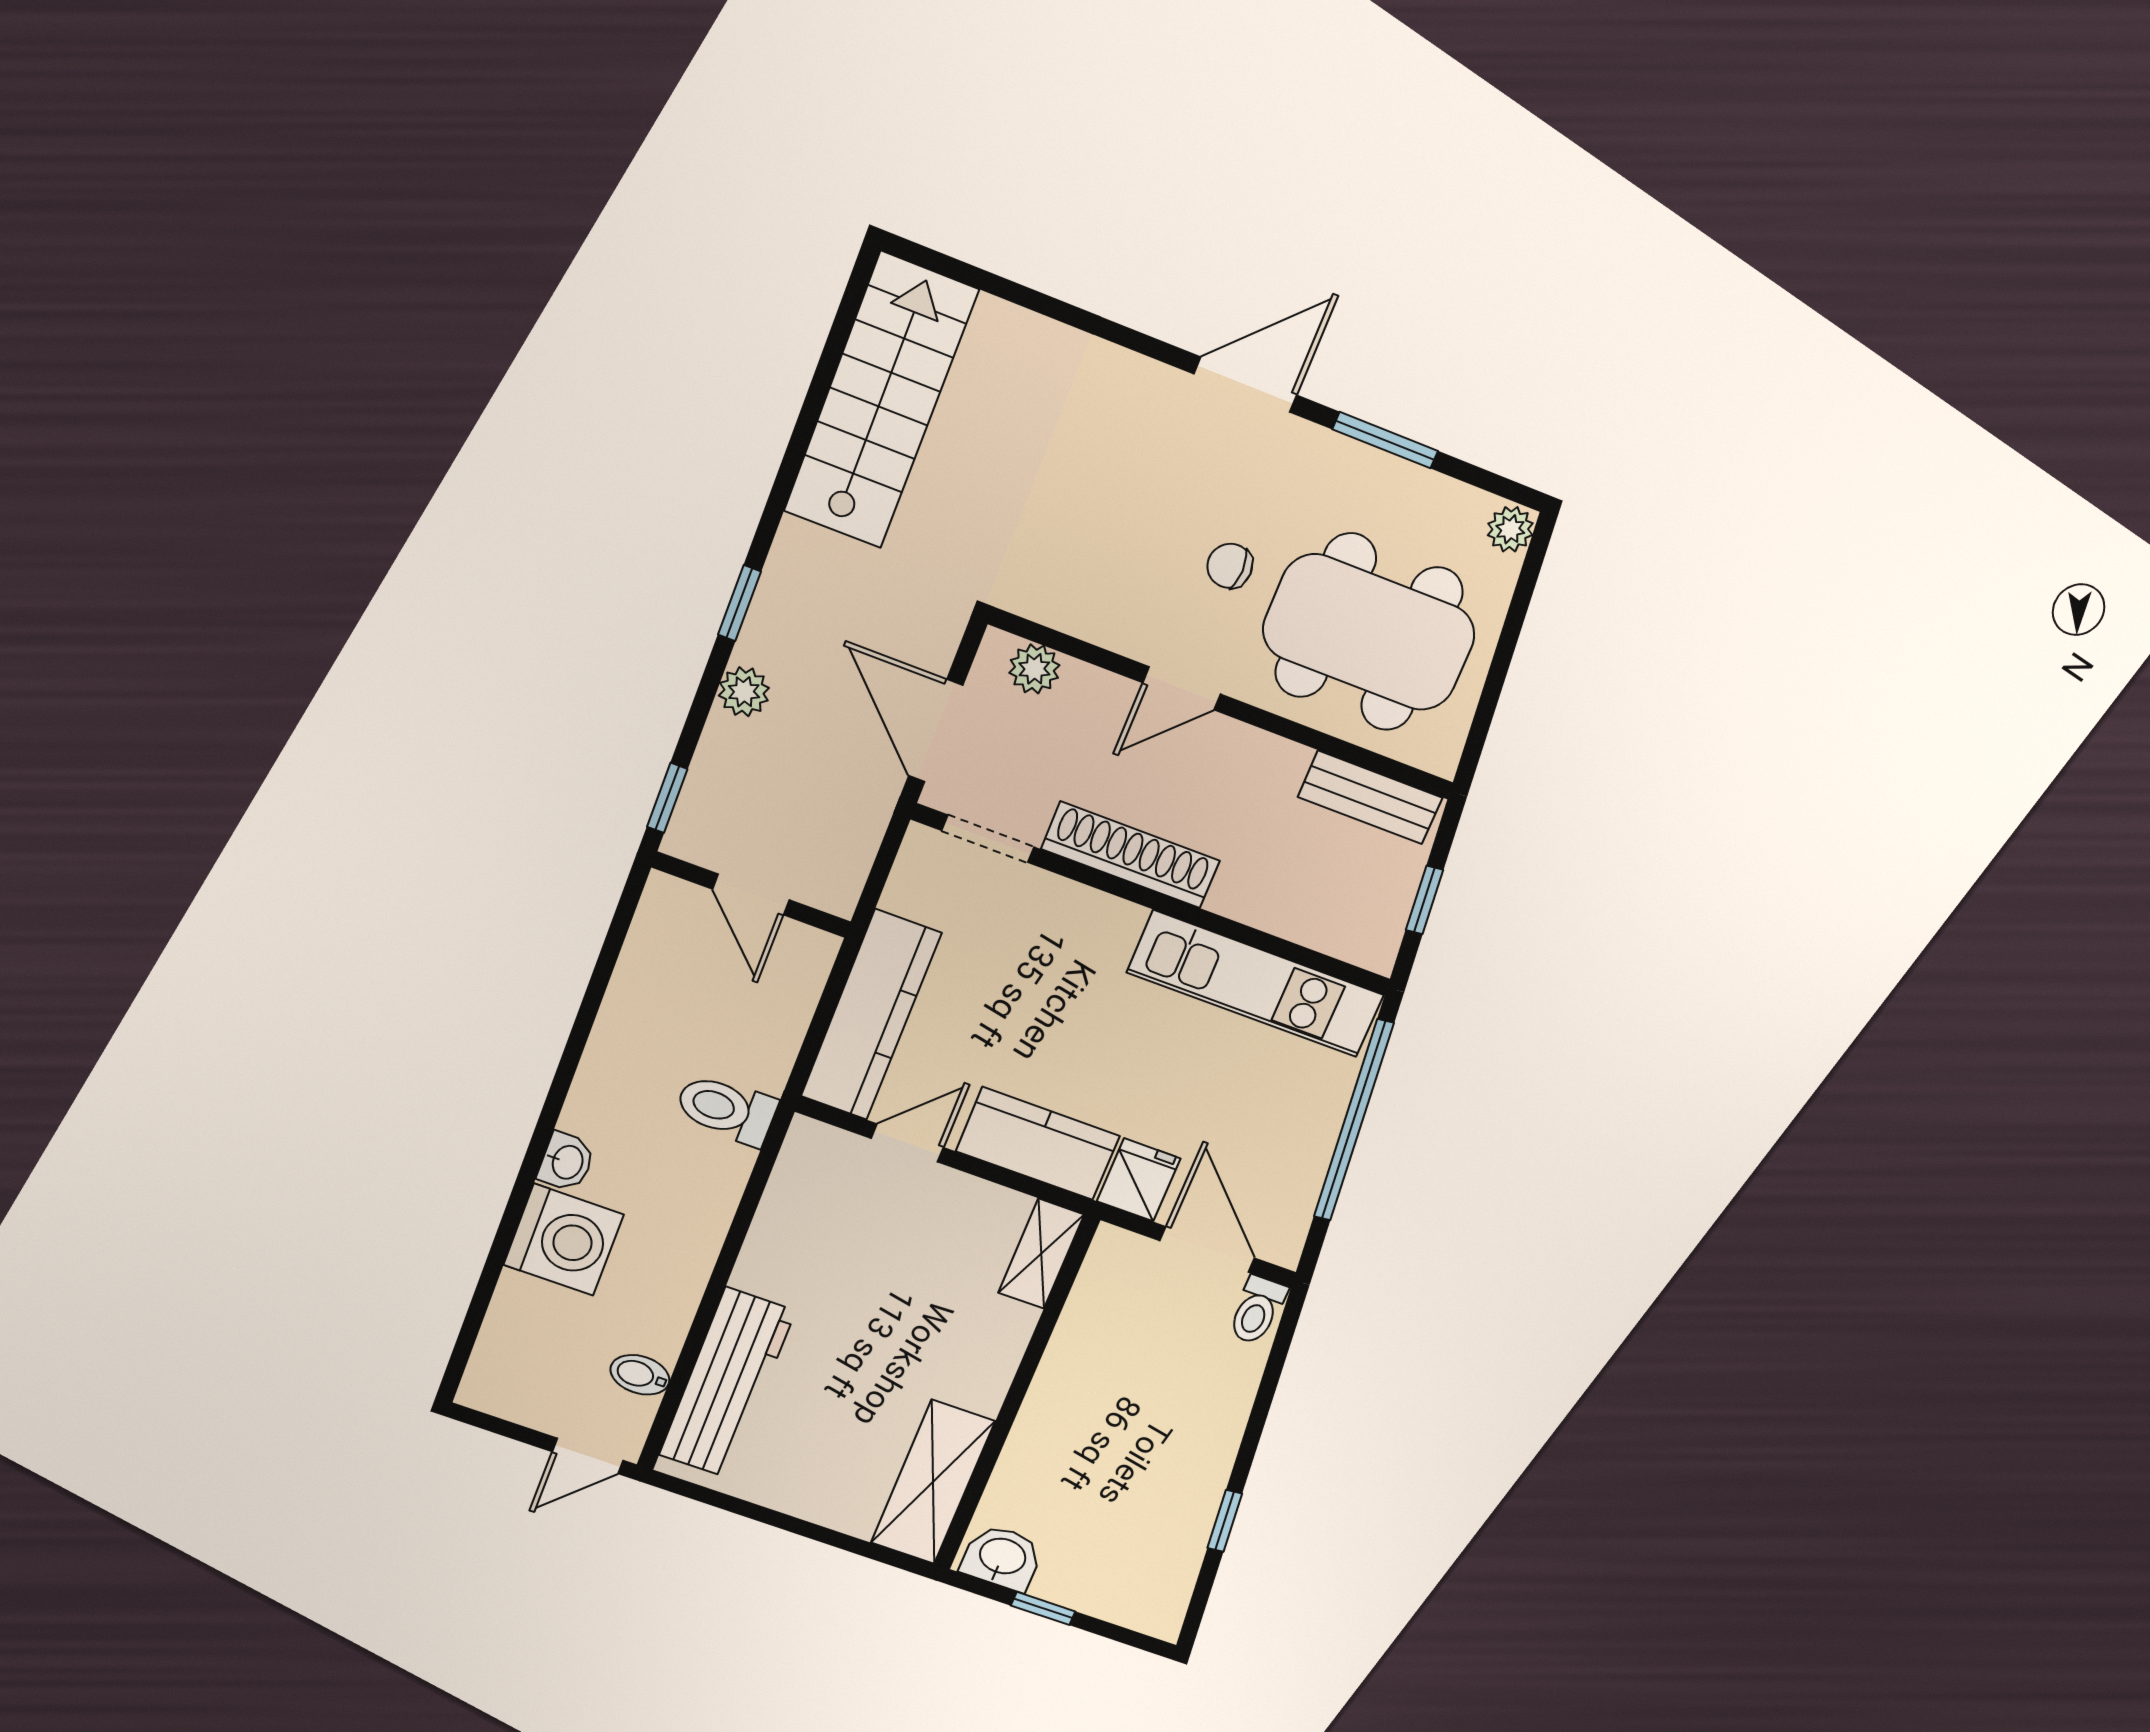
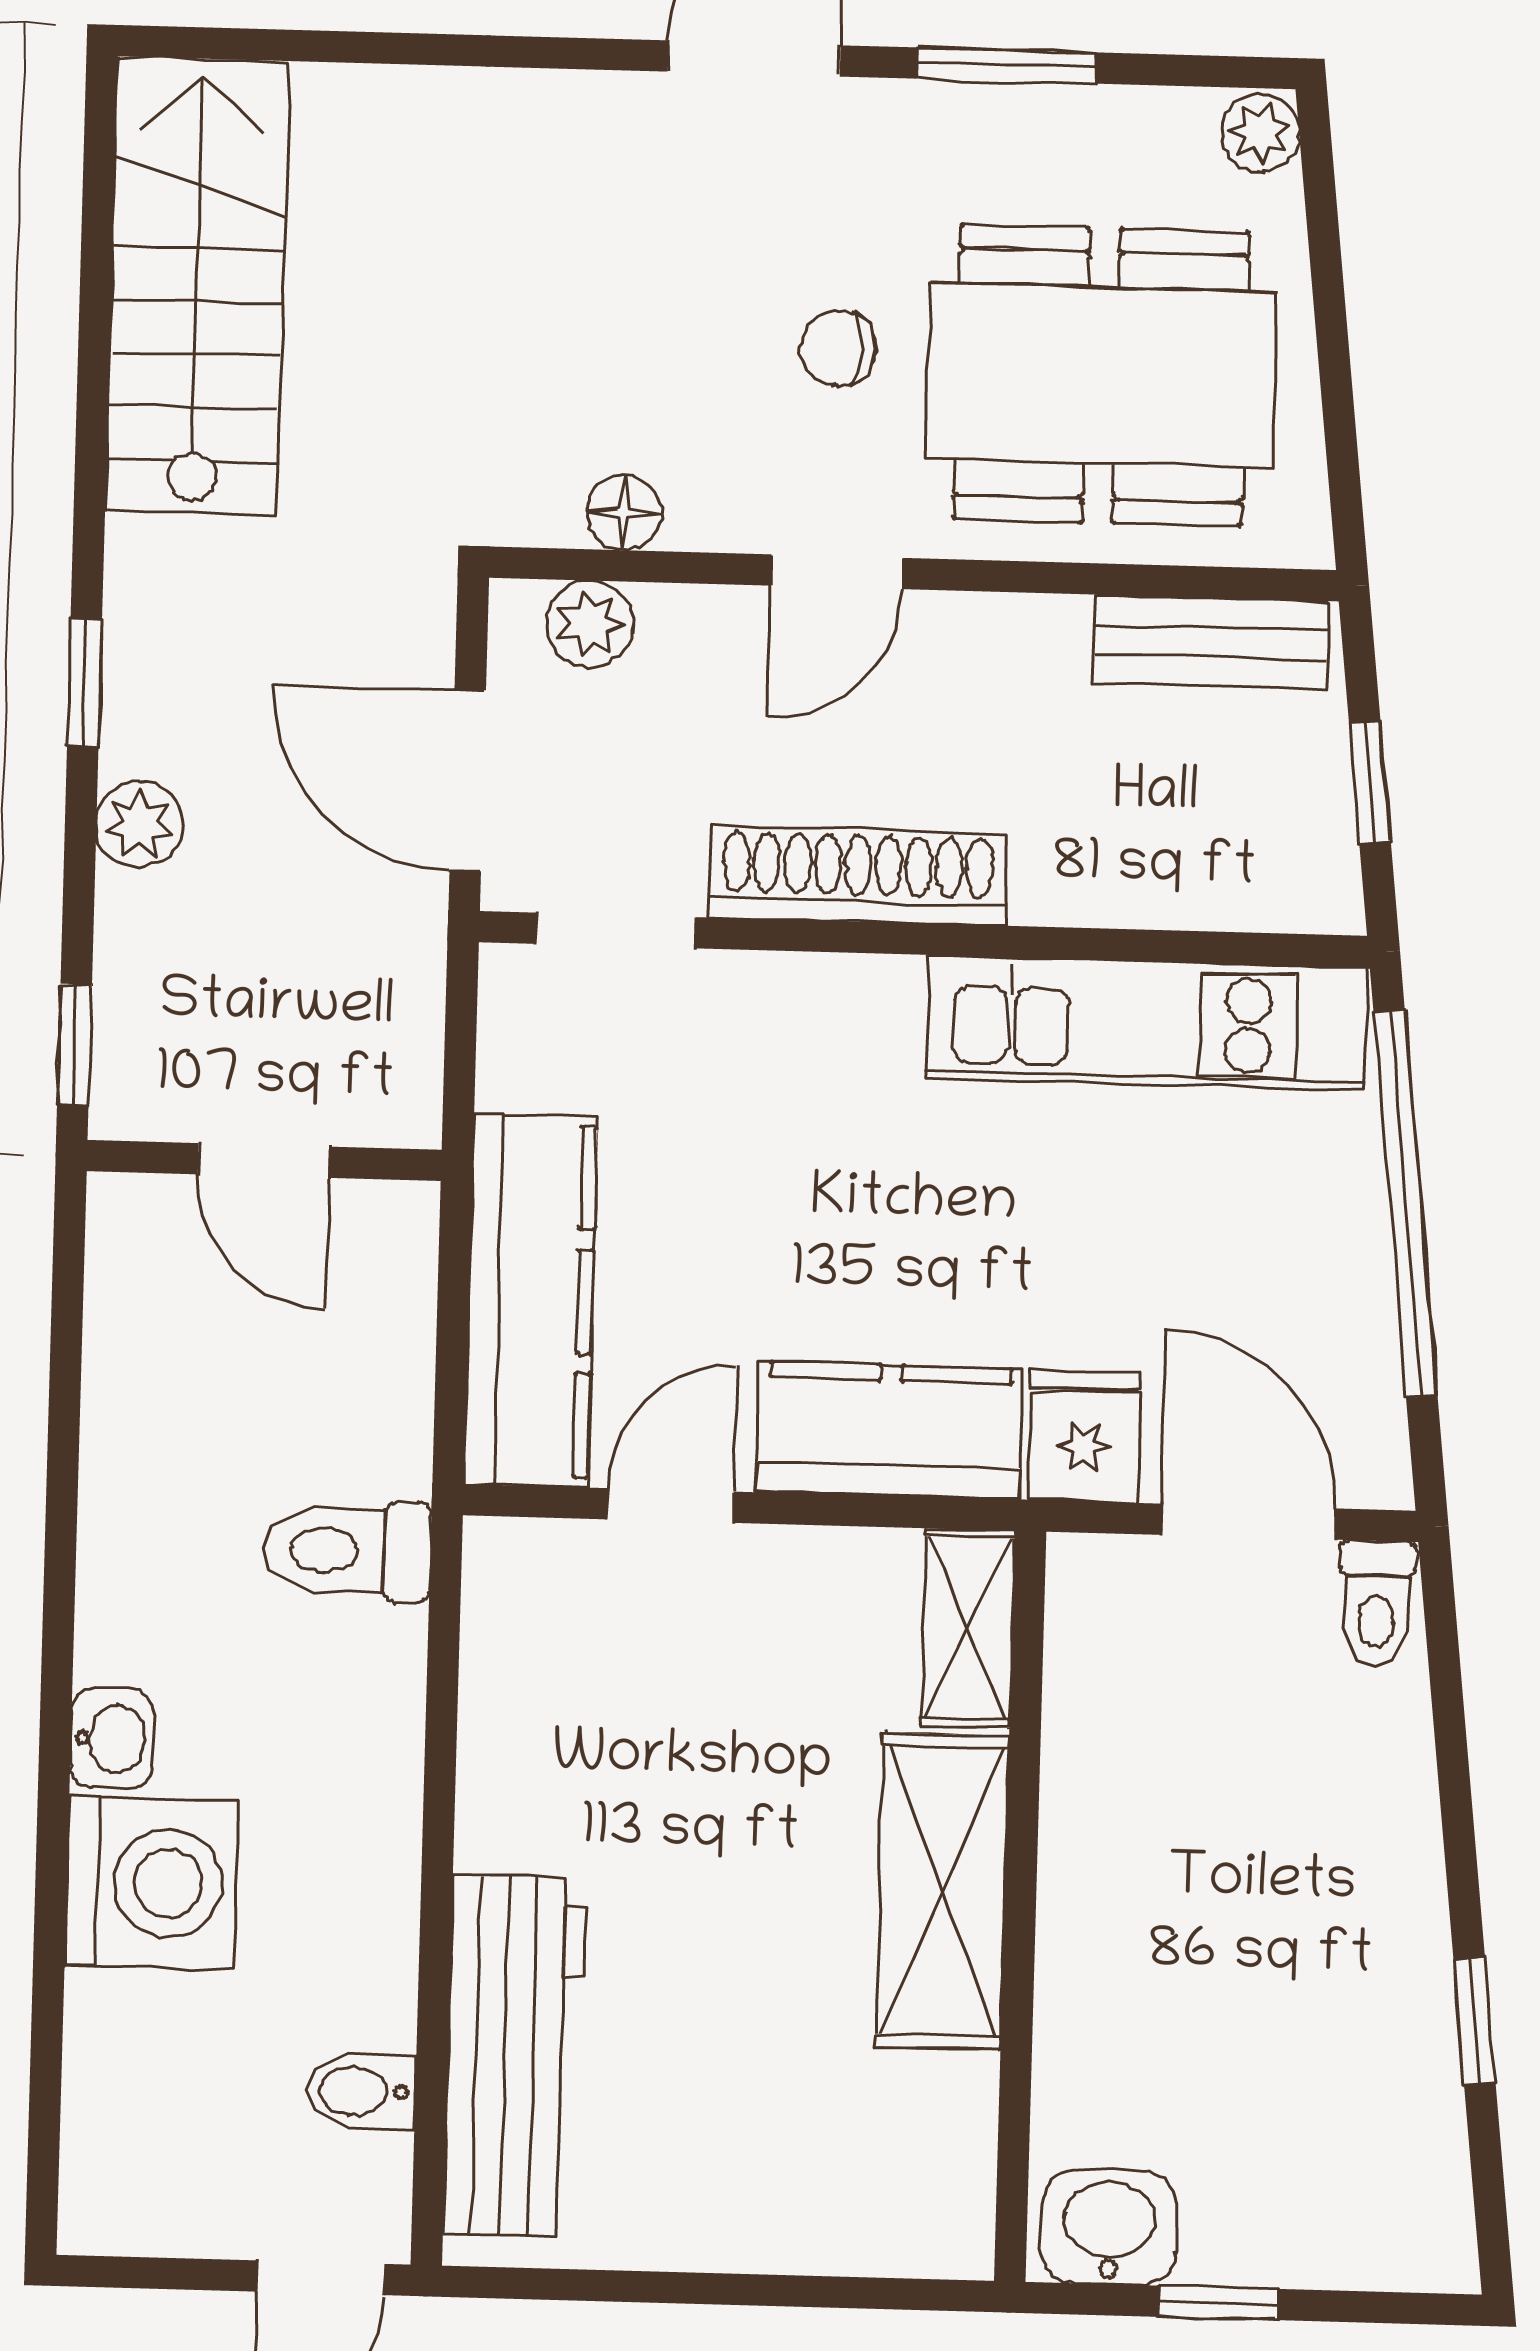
floor lamp: (1076, 615) -> (624, 513), added
shelving: (933, 1482) -> (942, 1891), moved

